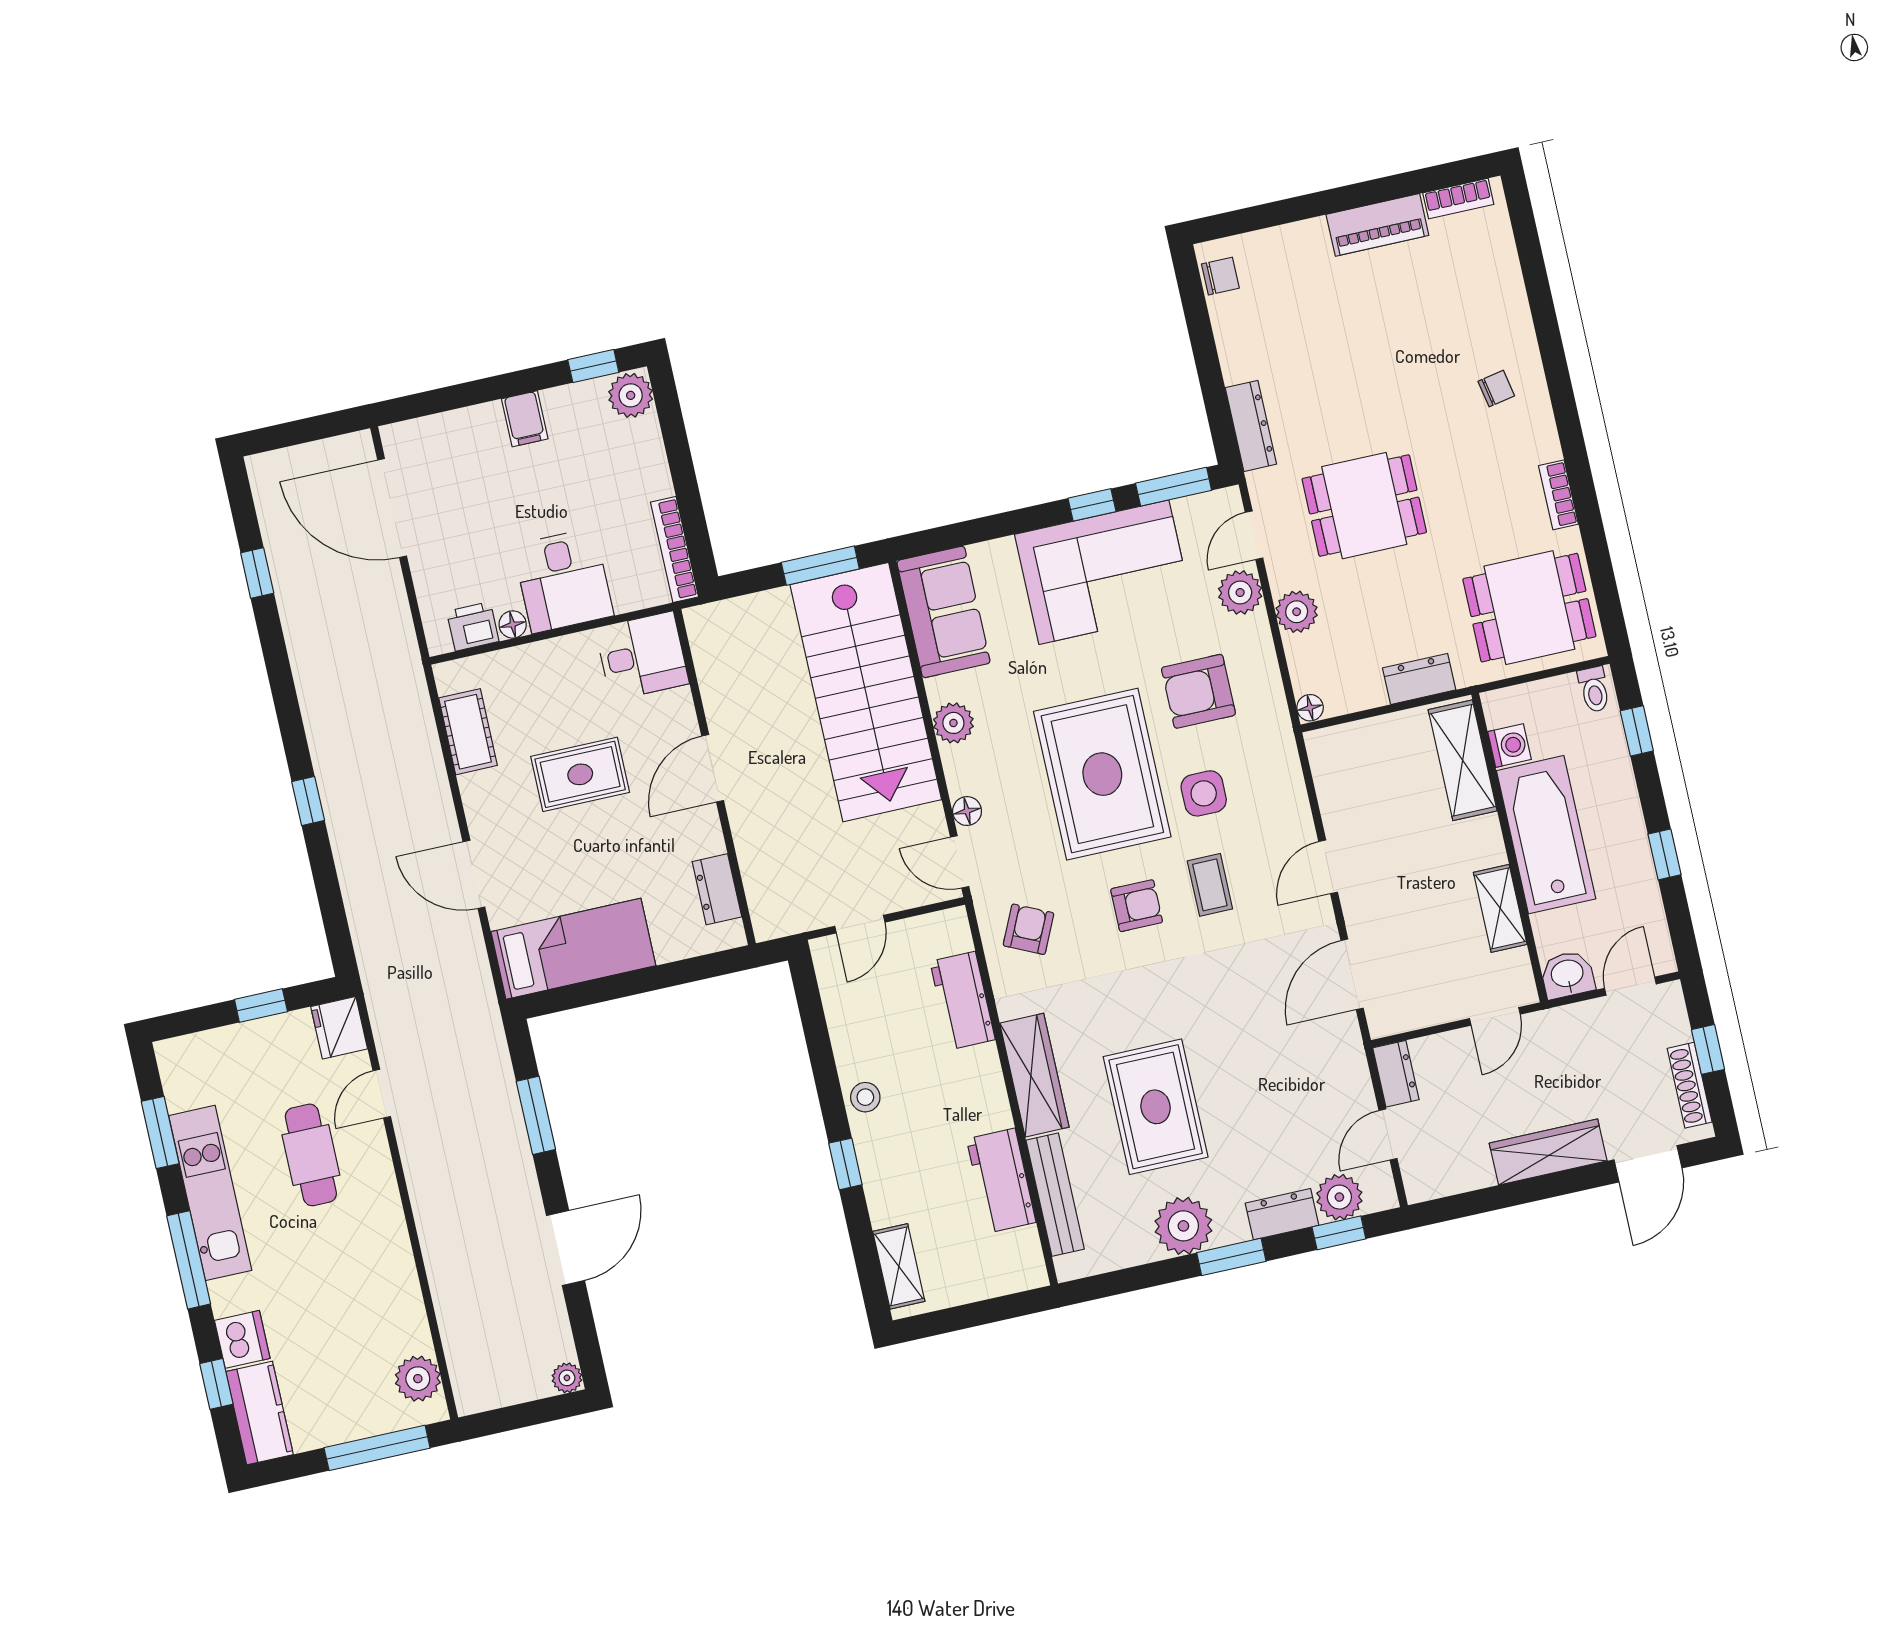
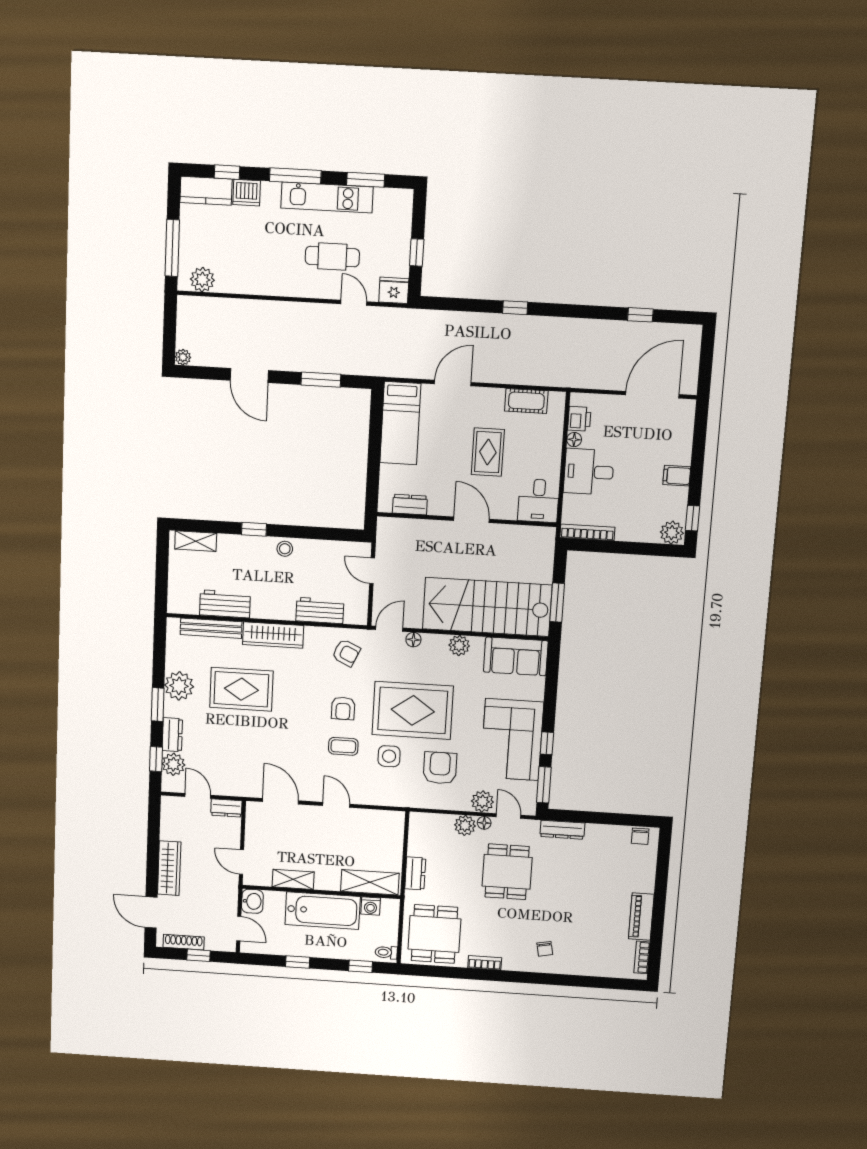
floor lamp: (1310, 708) -> (484, 823), moved

